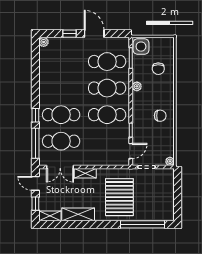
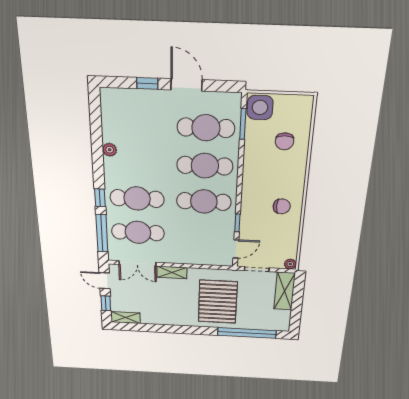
plant: (44, 42) -> (110, 150), moved
plant: (137, 86) -> (250, 165), removed
shelving: (78, 214) -> (284, 291), moved, turned 90

